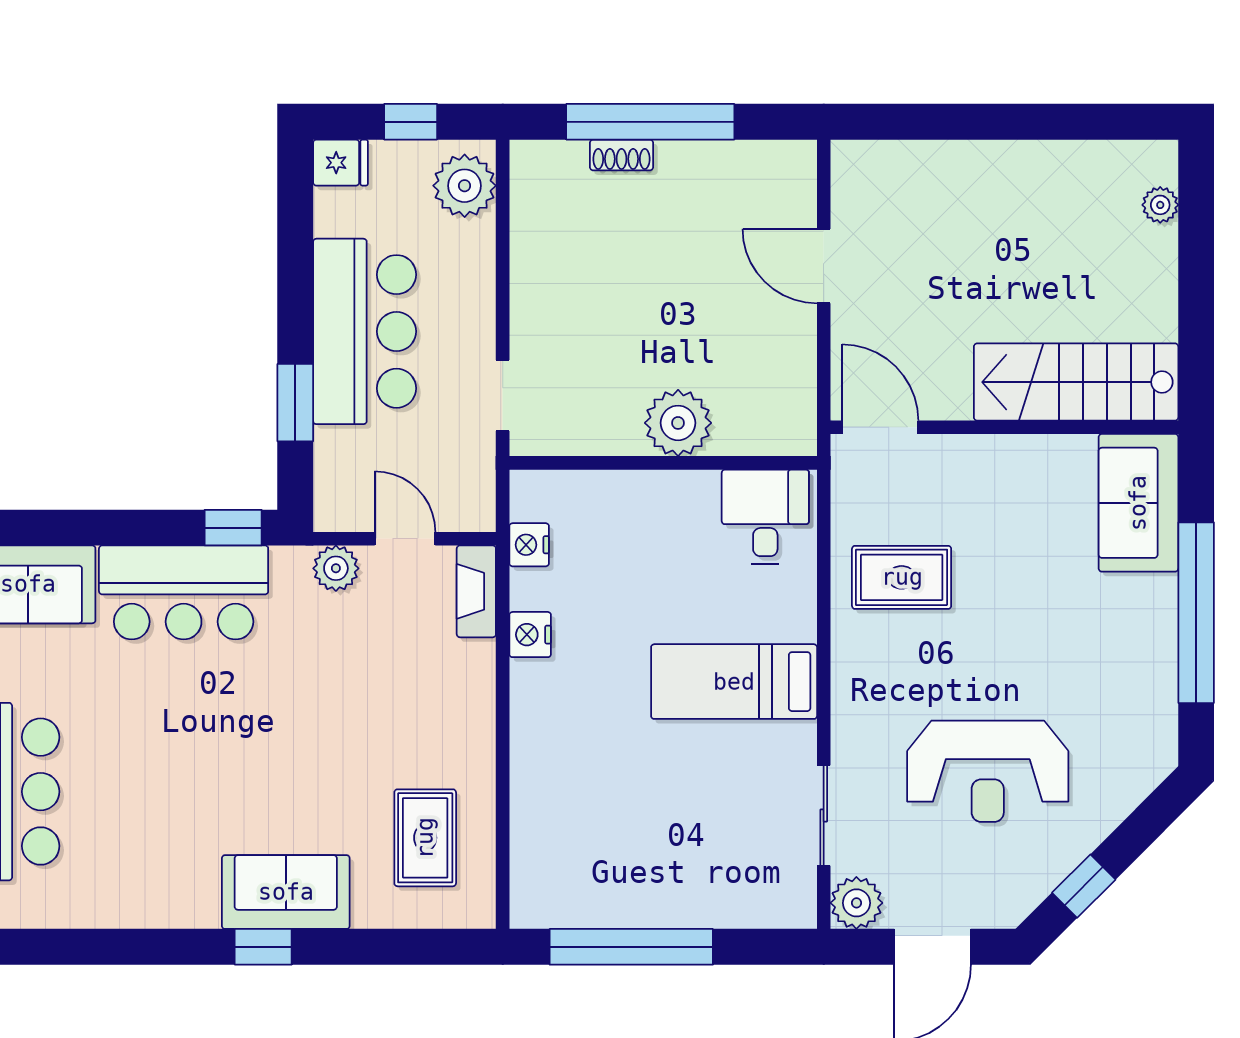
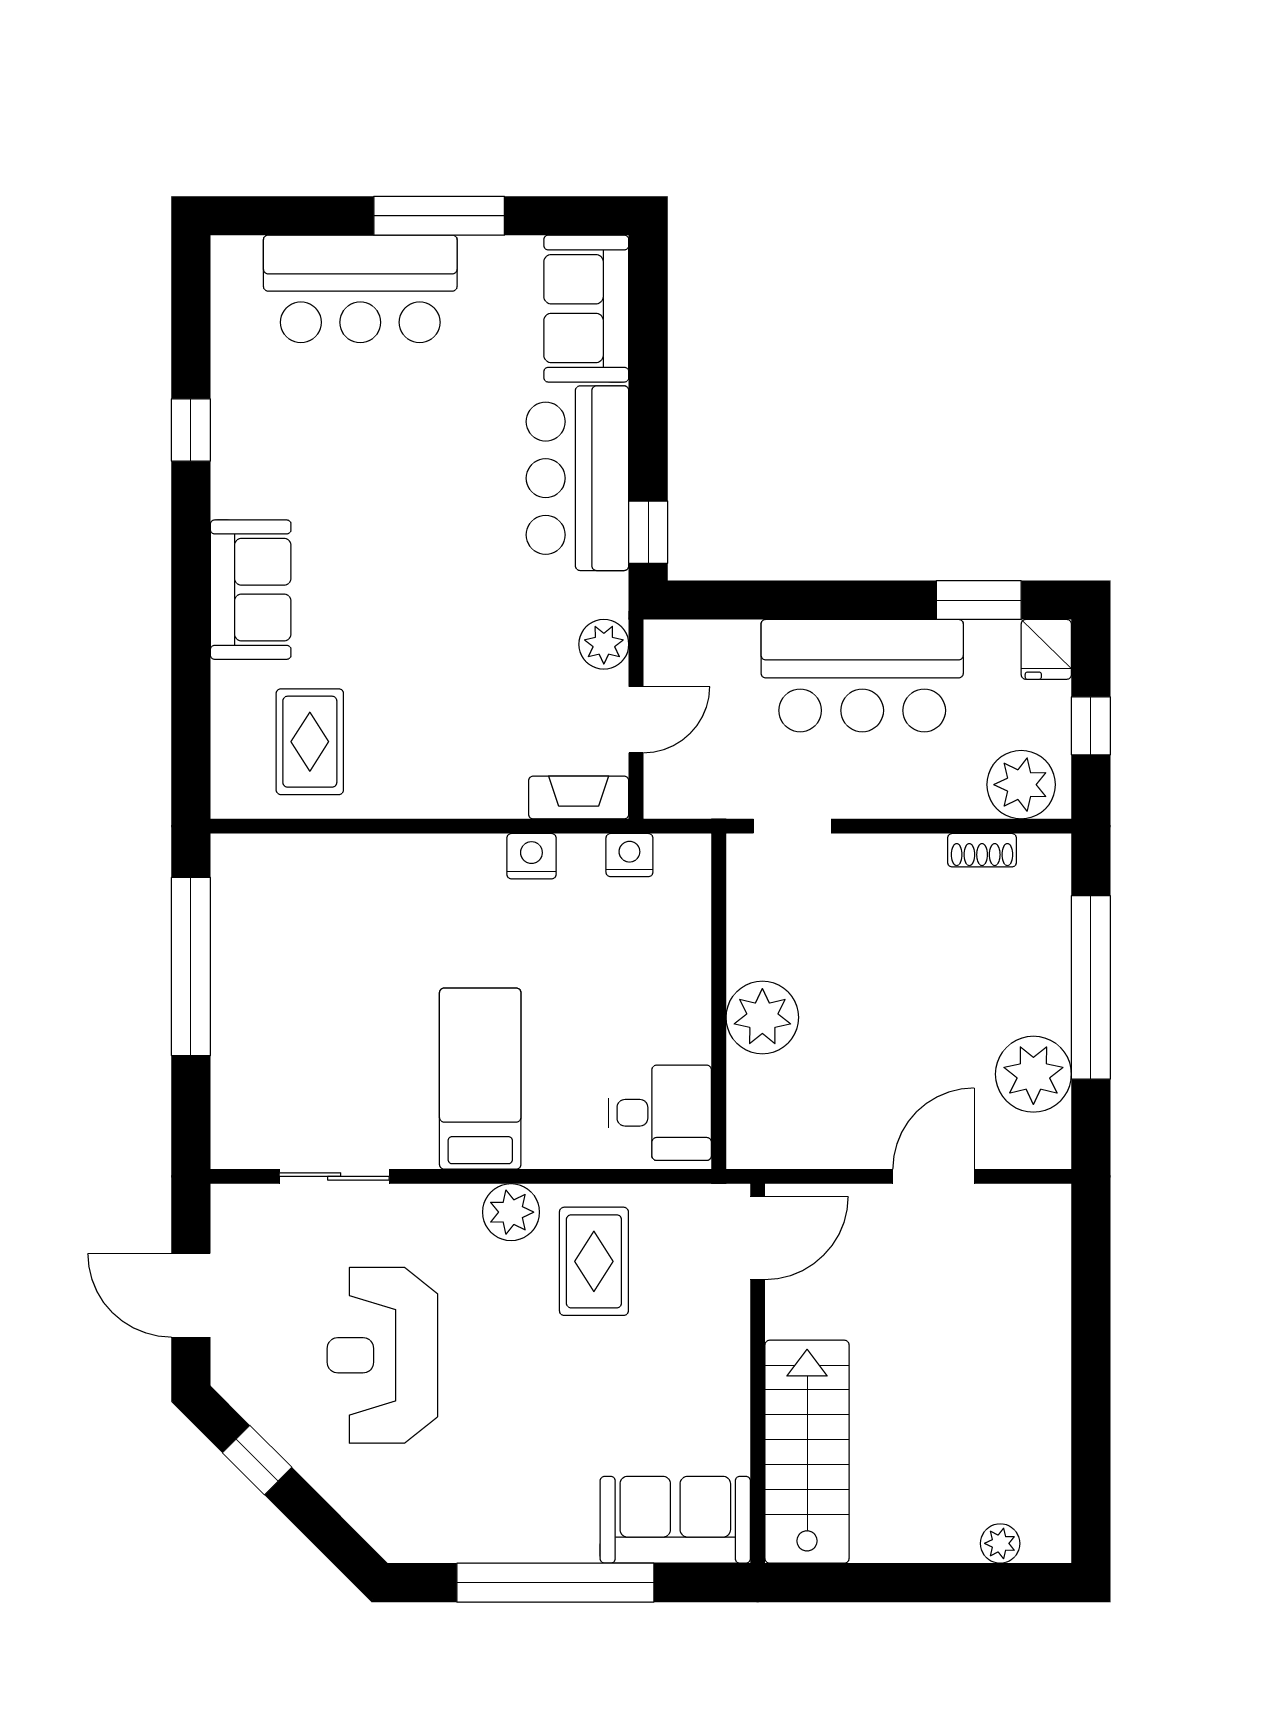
shoe rack: (621, 155) -> (982, 850), moved, turned -90
plant: (730, 174) -> (1033, 1074), added
window: (295, 403) -> (979, 600), moved
rug: (425, 838) -> (310, 742), turned 90
plant: (856, 903) -> (511, 1212), moved
window: (263, 947) -> (191, 430), moved

